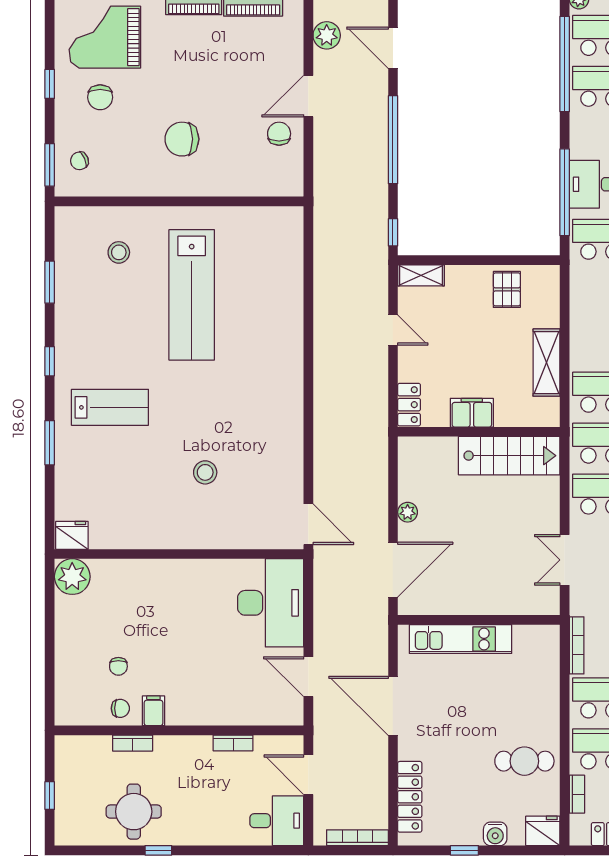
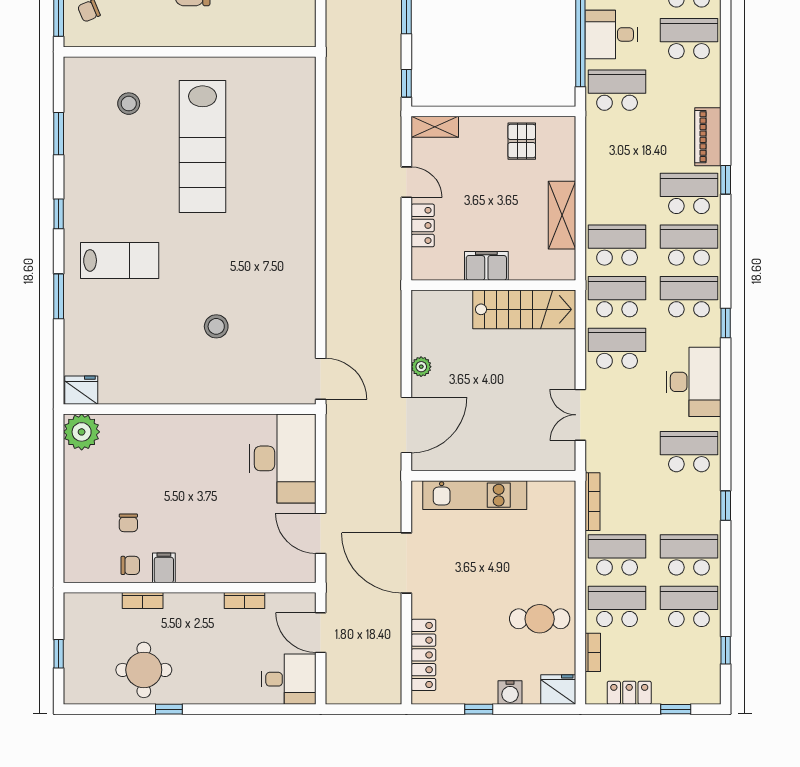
locker: (409, 405) -> (423, 225), moved
bookcase: (357, 838) -> (370, 696), removed

